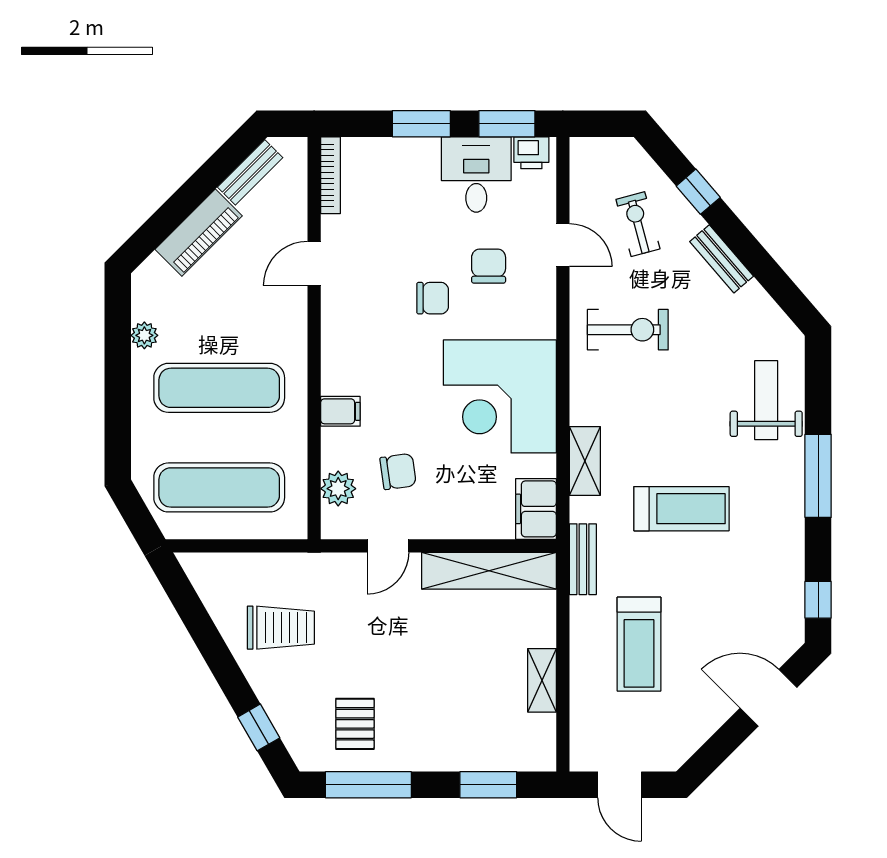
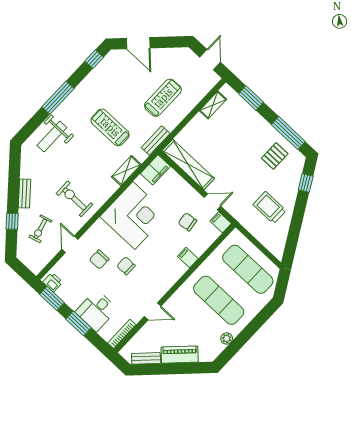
desk: (476, 174) -> (96, 311), moved
plant: (338, 489) -> (211, 234), removed
filing cabinet: (341, 524) -> (221, 222), added
shelving: (542, 680) -> (213, 105), moved

